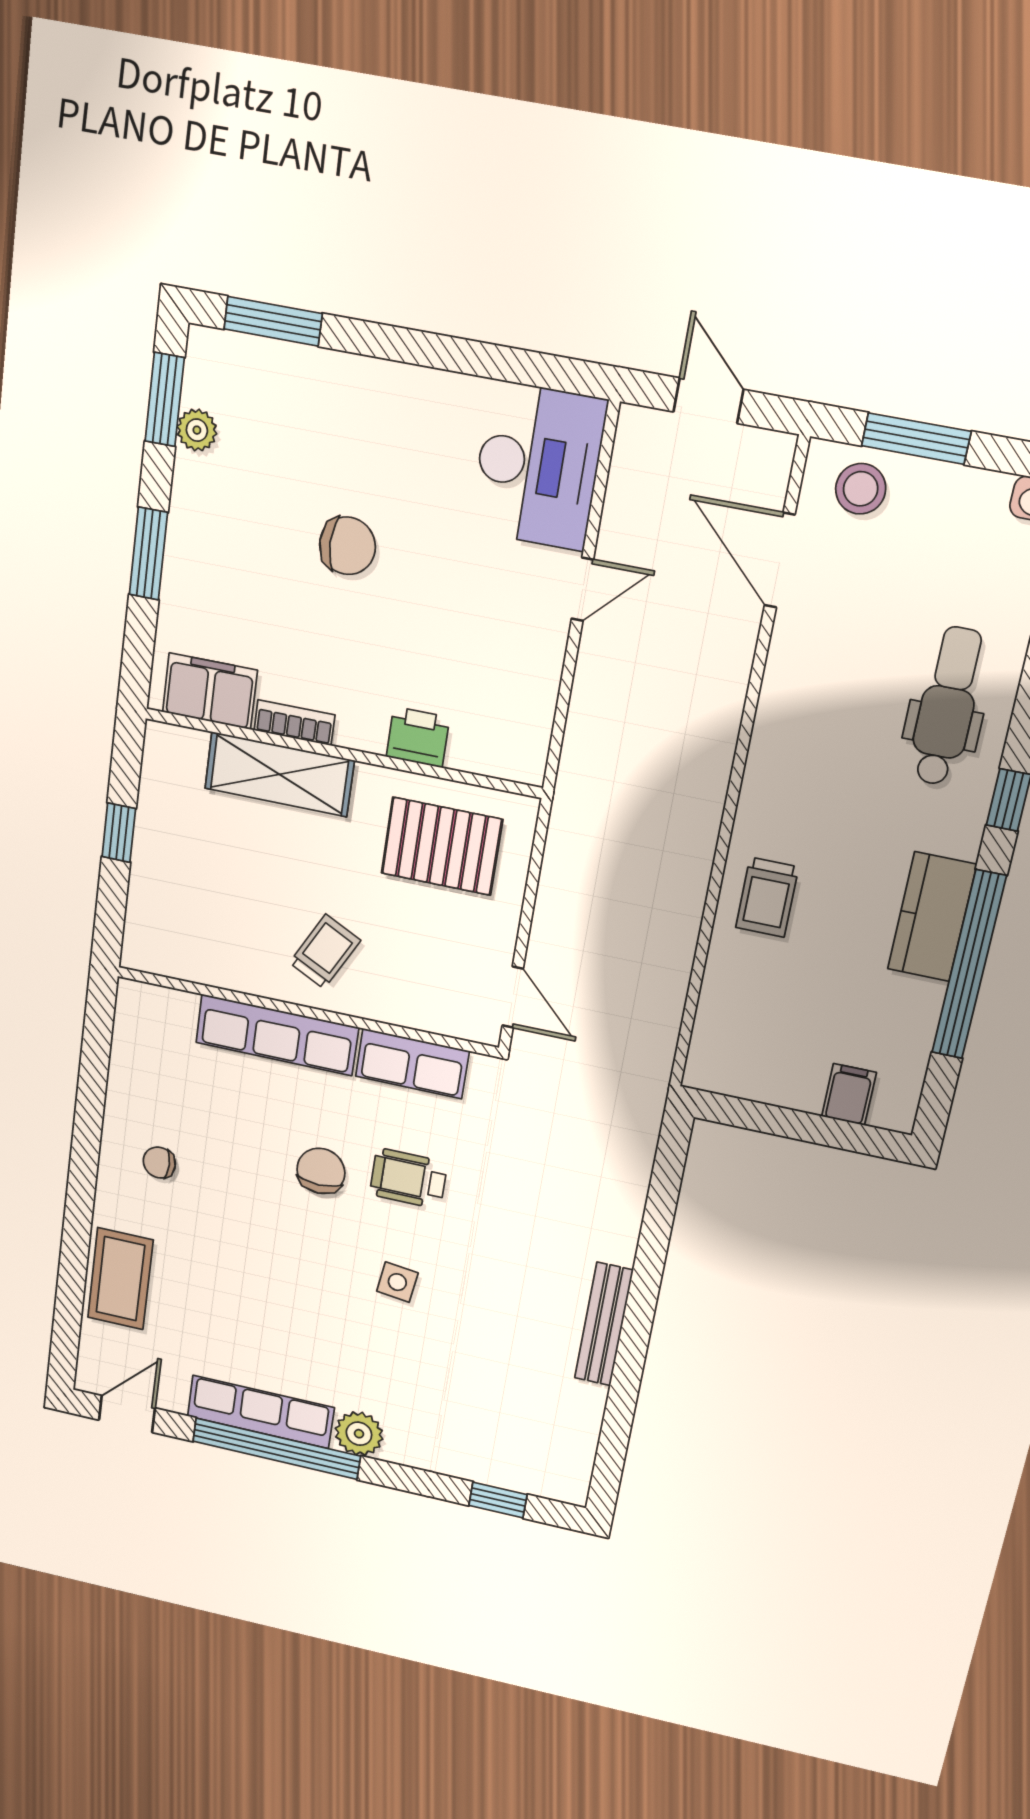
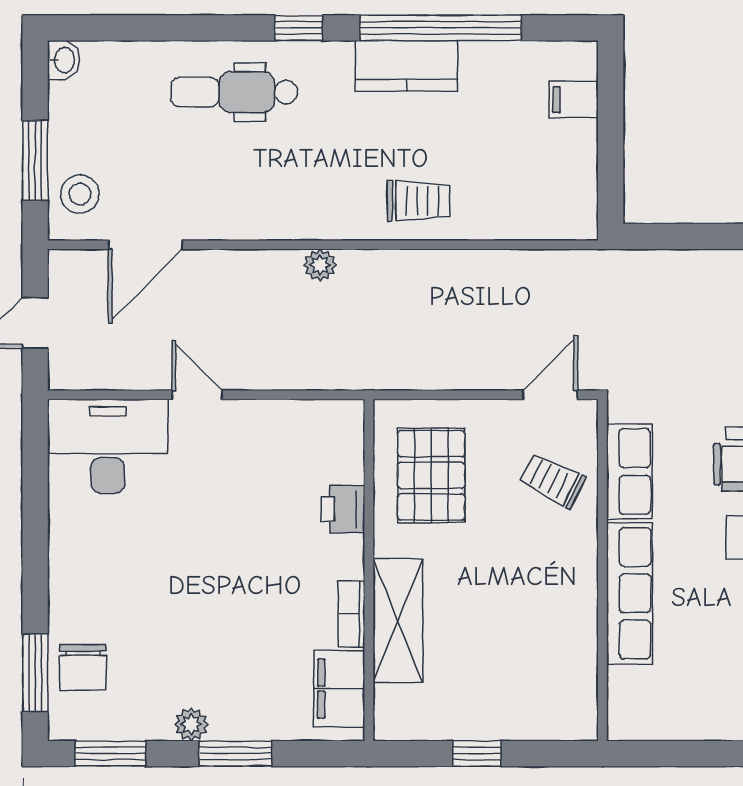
plant: (197, 430) -> (191, 724), moved
chair: (347, 546) -> (83, 667), moved, turned 180
plant: (713, 768) -> (320, 265), added
trolley: (325, 952) -> (553, 481), moved

